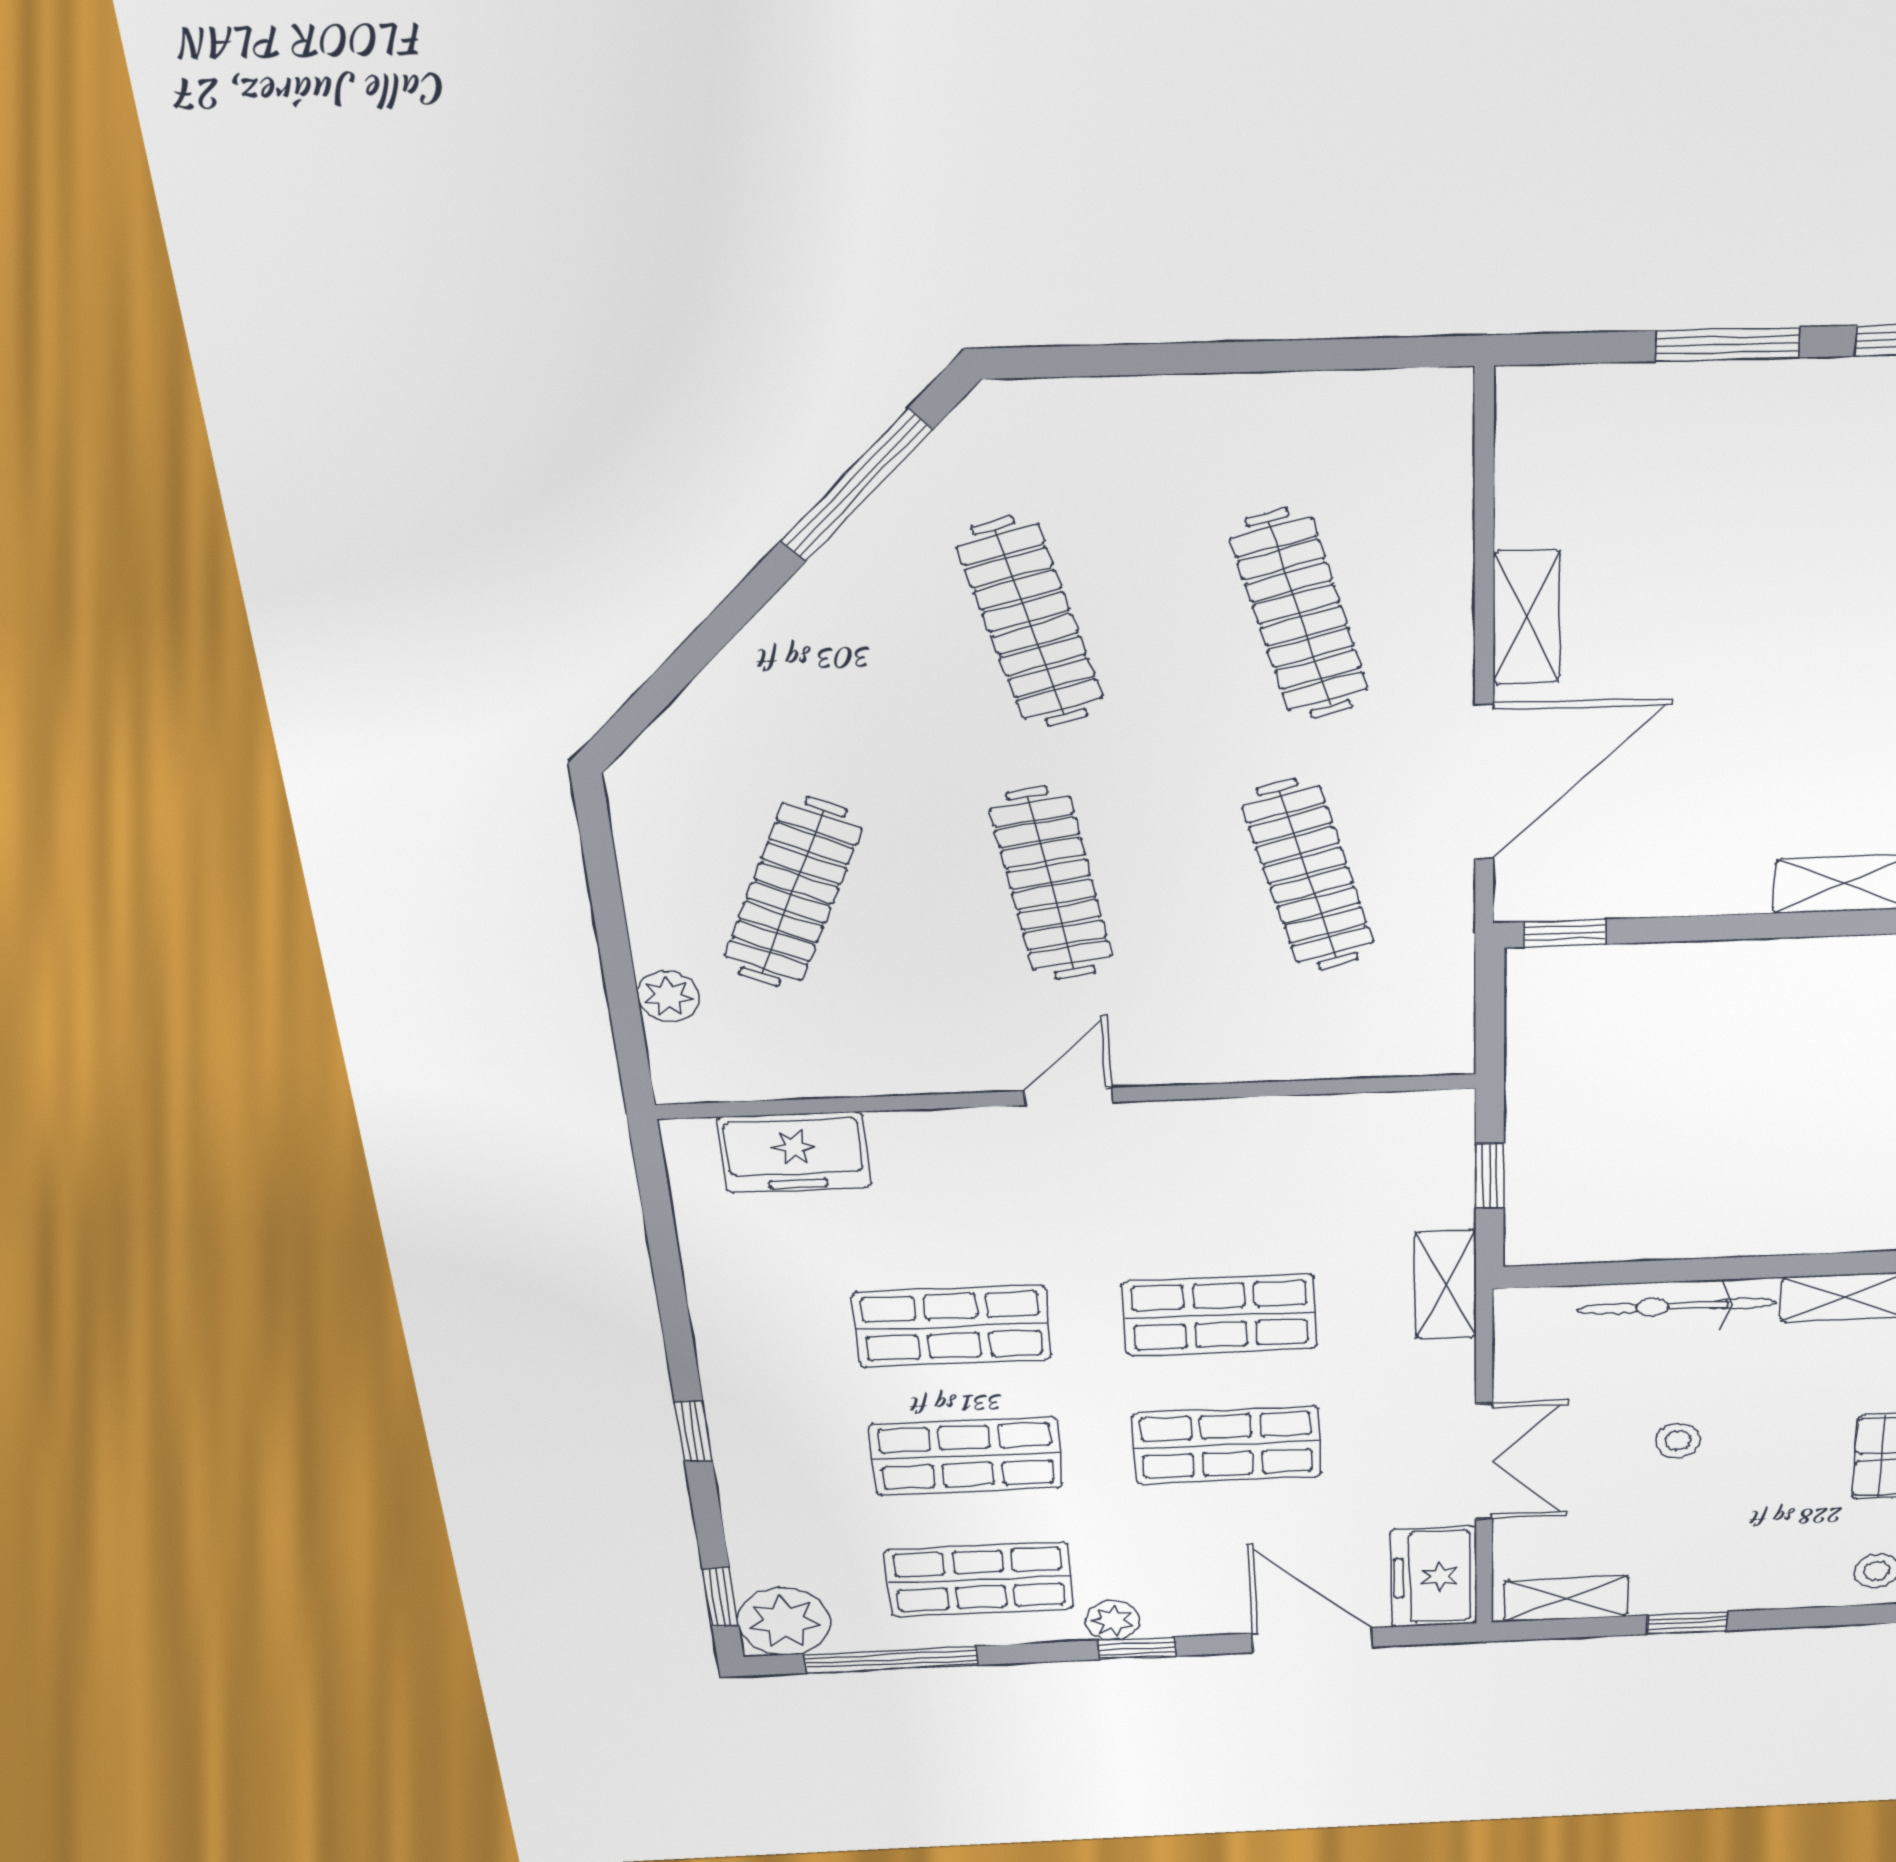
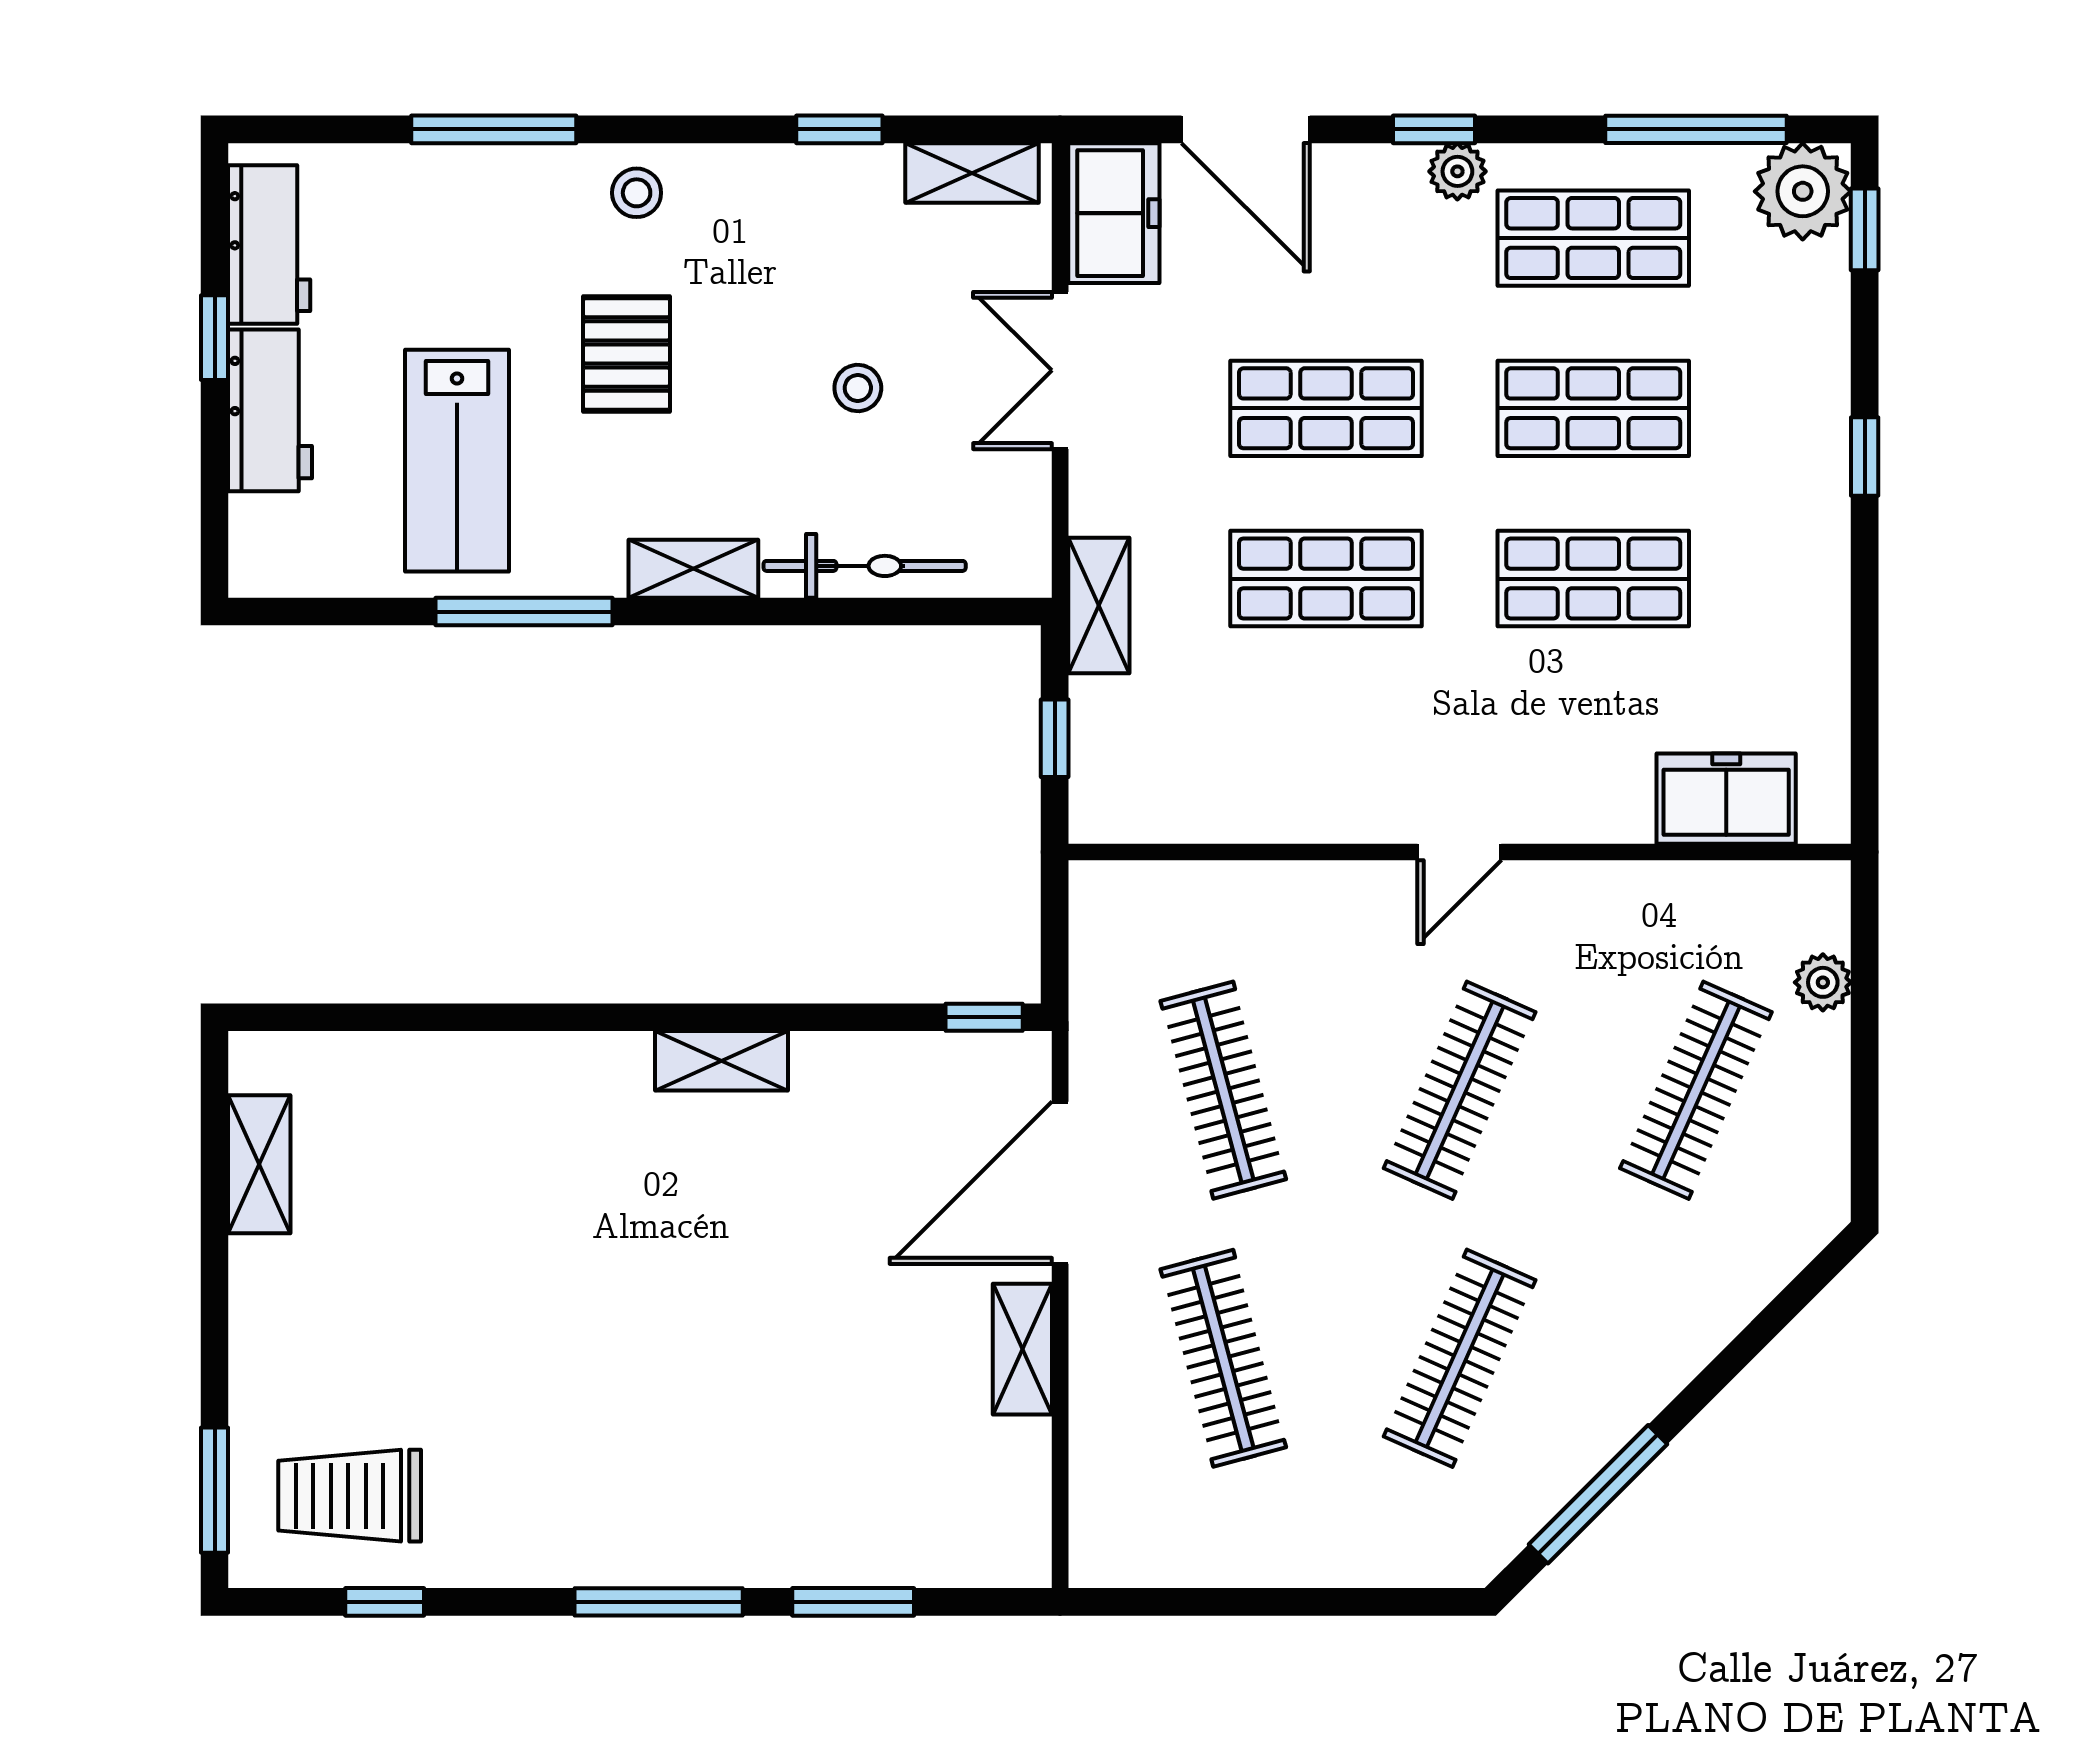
clothes rail: (1030, 623) -> (1460, 1358), turned 39
clothes rail: (1051, 884) -> (1460, 1090), turned 33

